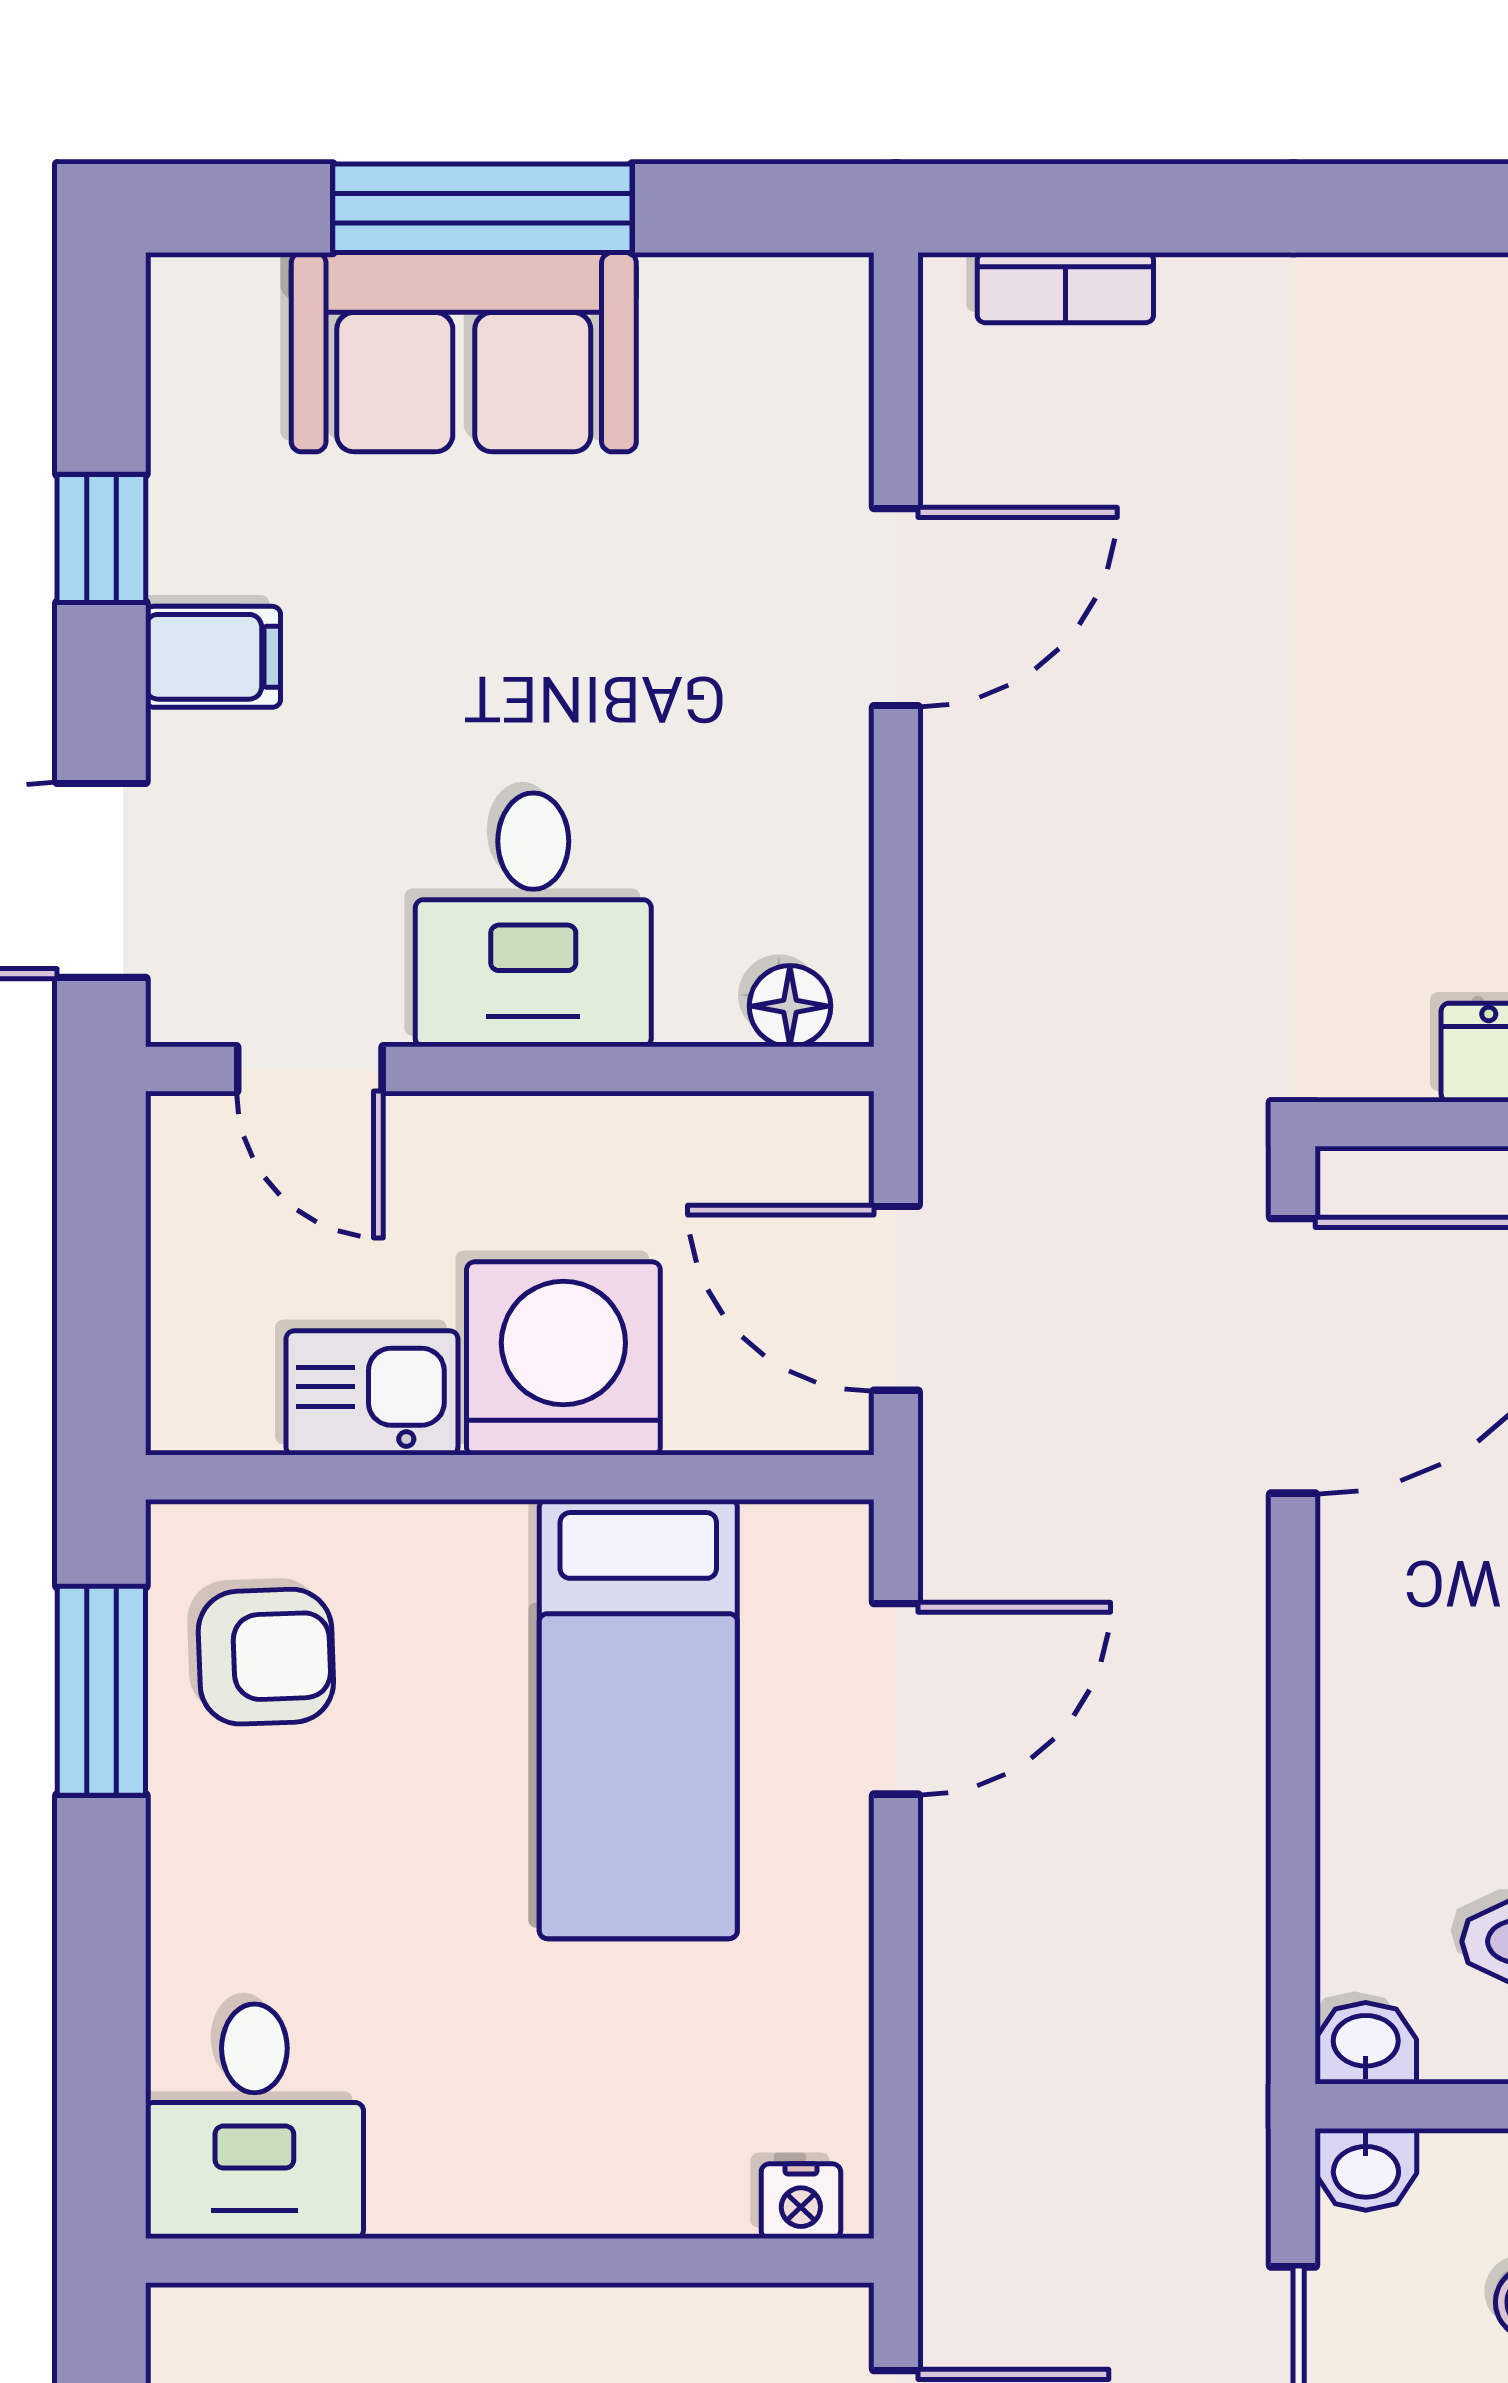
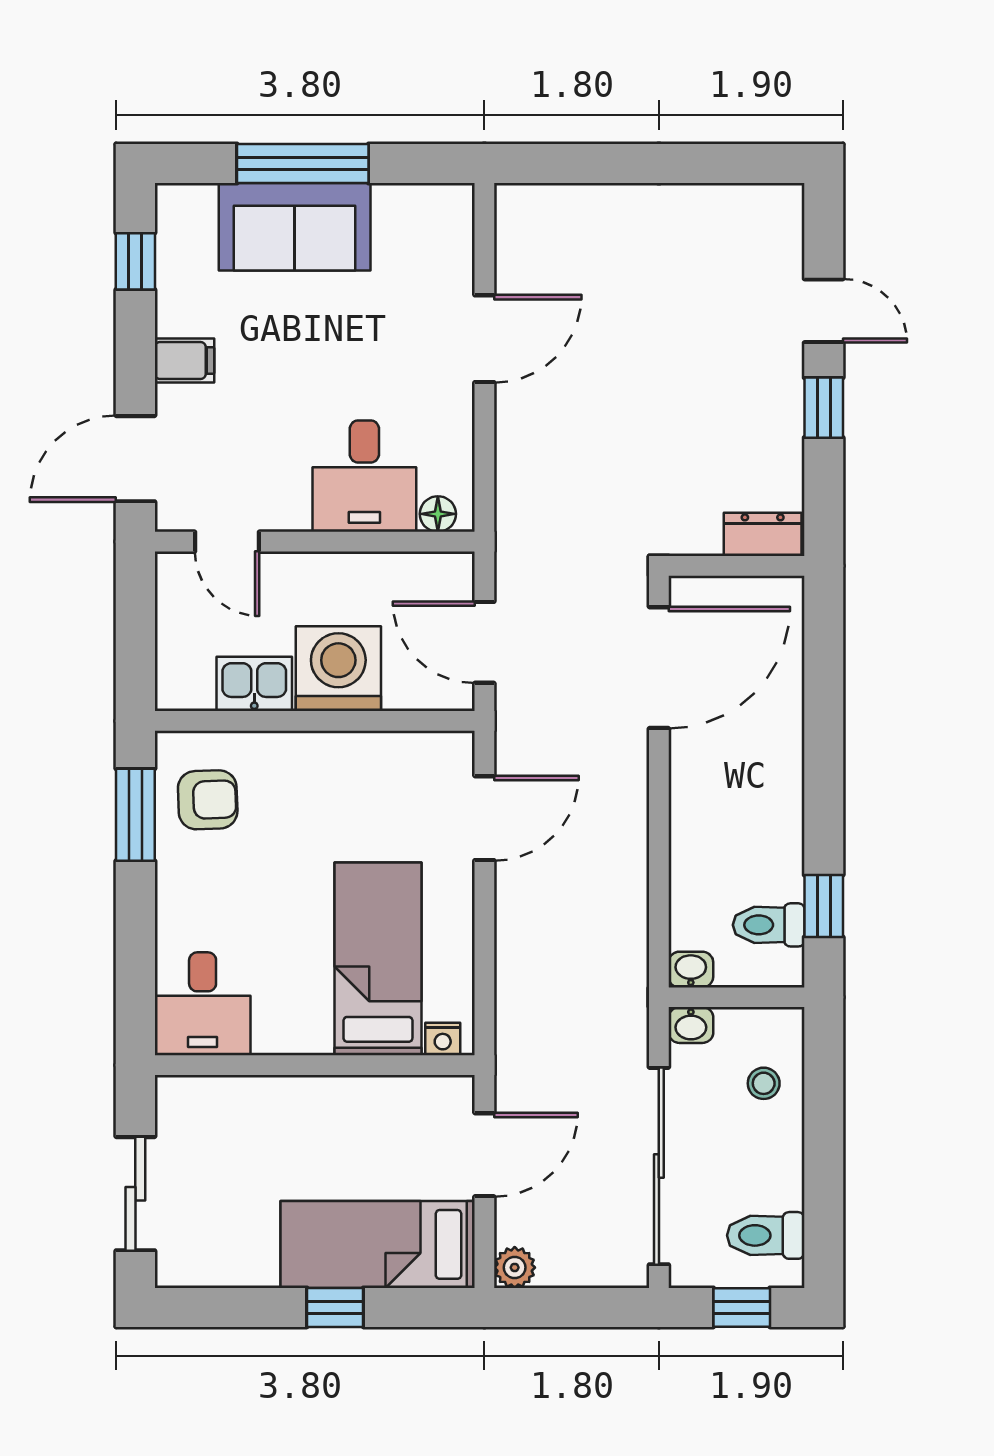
bookcase: (1065, 288) -> (559, 198), removed
window: (101, 539) -> (135, 261), moved
desk: (533, 920) -> (364, 476), moved
bed: (638, 1719) -> (378, 959), moved, turned 180

